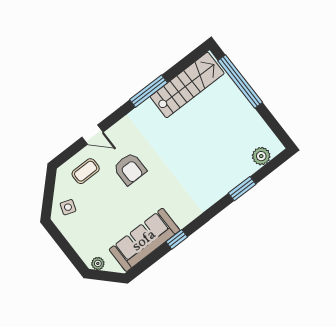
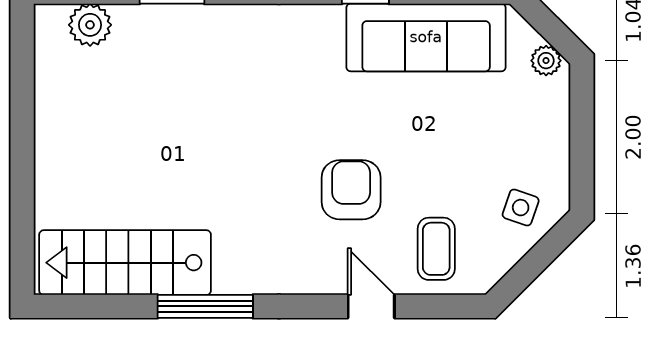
window: (240, 82) -> (22, 193), removed
coffee table: (86, 171) -> (436, 249), turned 90

